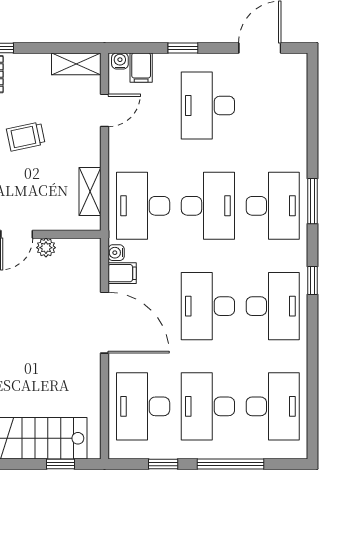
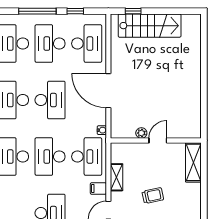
shelving: (90, 191) -> (117, 177), moved
filing cabinet: (122, 273) -> (98, 189), moved
desk: (208, 406) -> (50, 44), turned 180

